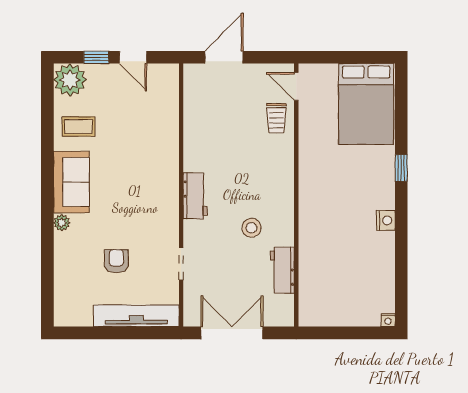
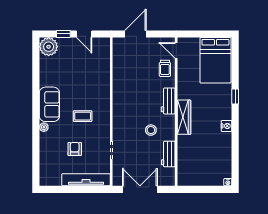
coffee table: (79, 127) -> (83, 116), moved
workbench: (195, 196) -> (168, 101), moved, turned 180
wardrobe: (310, 205) -> (184, 117), added

